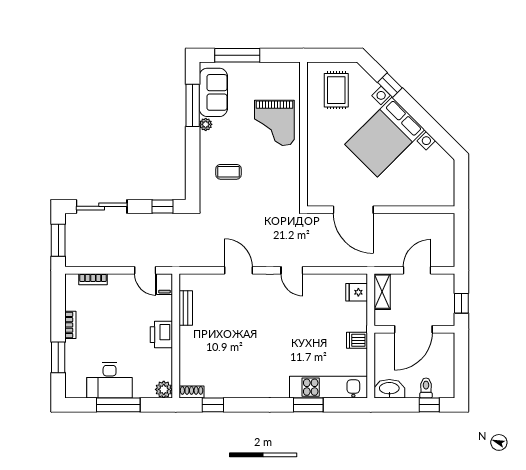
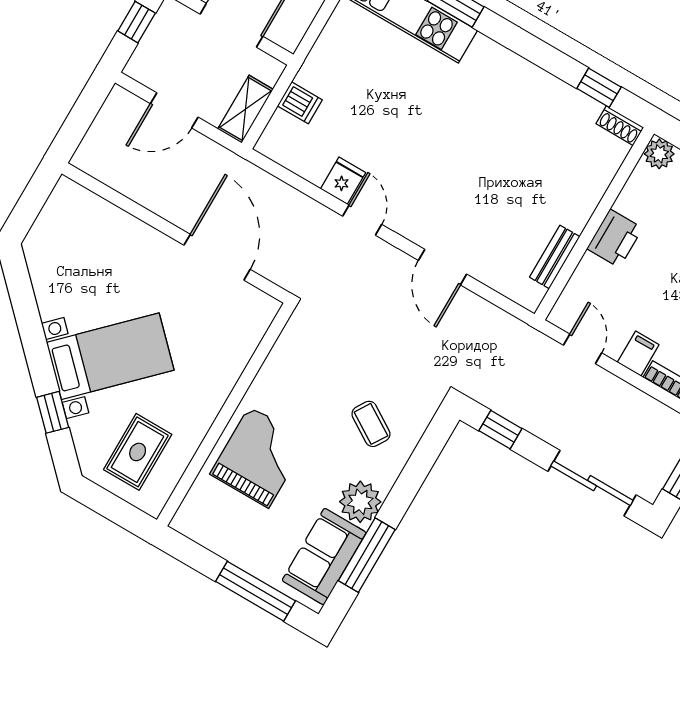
plant: (206, 124) -> (360, 502), width x1.88, depth x1.88
bed with nightstands: (385, 137) -> (110, 356), width x0.73
coffee table: (228, 172) -> (371, 424), turned 32
filing cabinet: (164, 284) -> (638, 354), moved
fridge: (357, 292) -> (343, 181), moved, turned -90
dishwasher: (357, 340) -> (300, 103), moved

